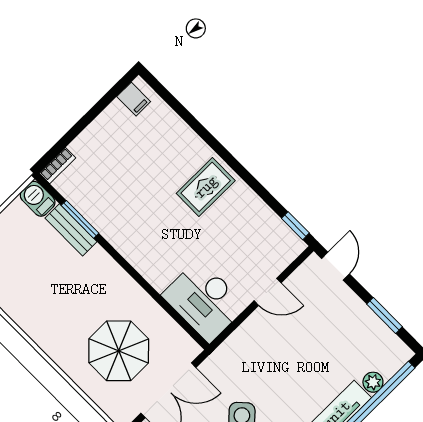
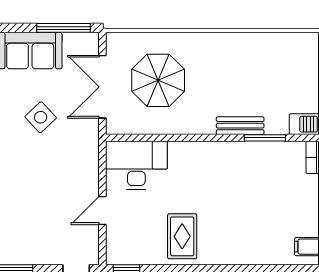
rug: (206, 187) -> (182, 236), moved
bench: (71, 230) -> (240, 126), moved

